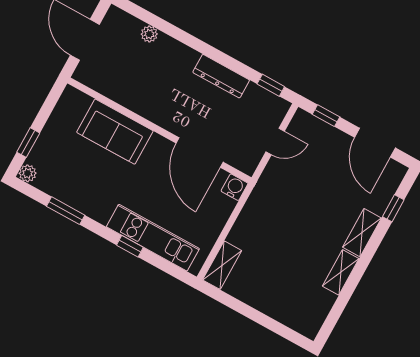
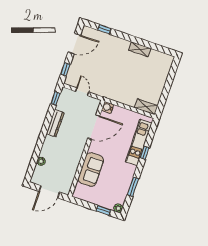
shelving: (362, 233) -> (119, 42), removed

